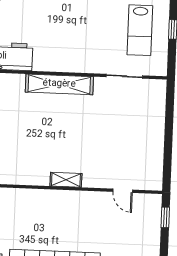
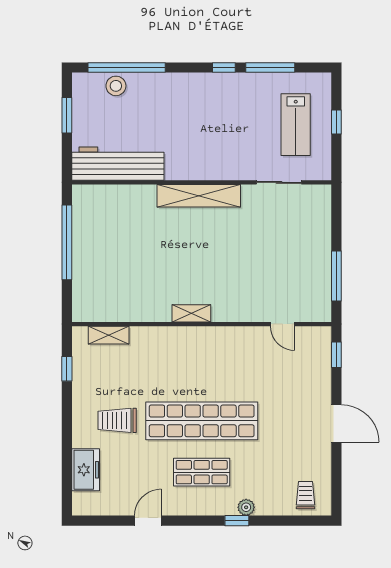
window: (168, 154) -> (336, 276), added
shelving: (66, 180) -> (191, 313), moved

